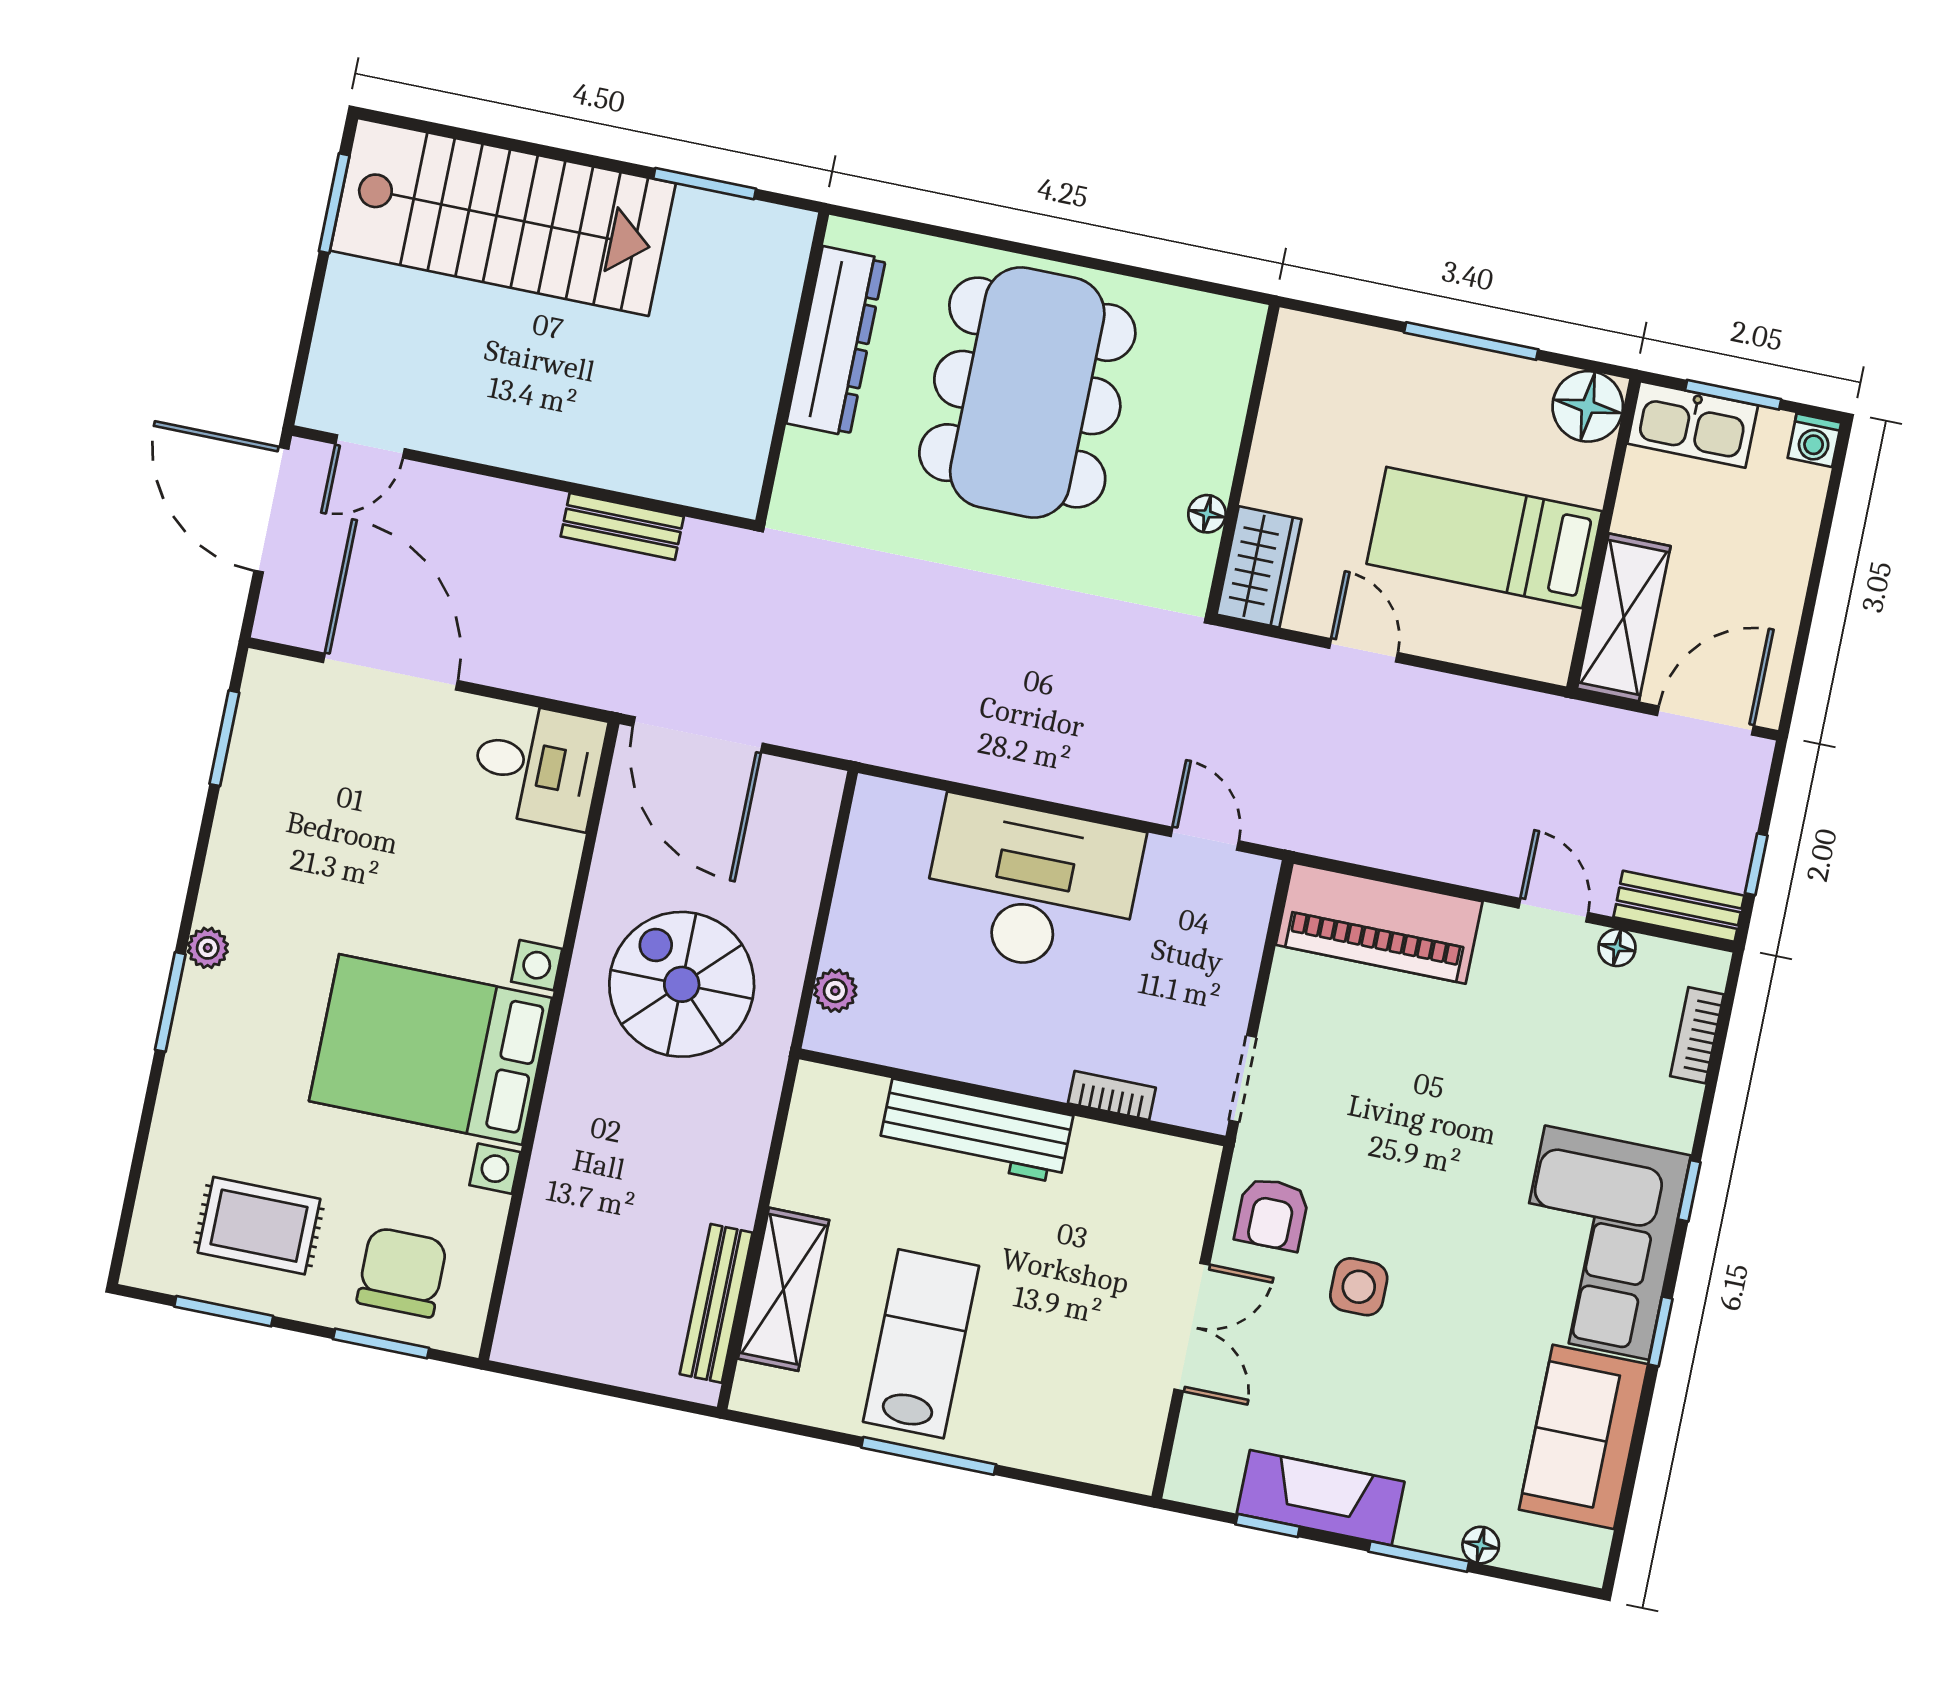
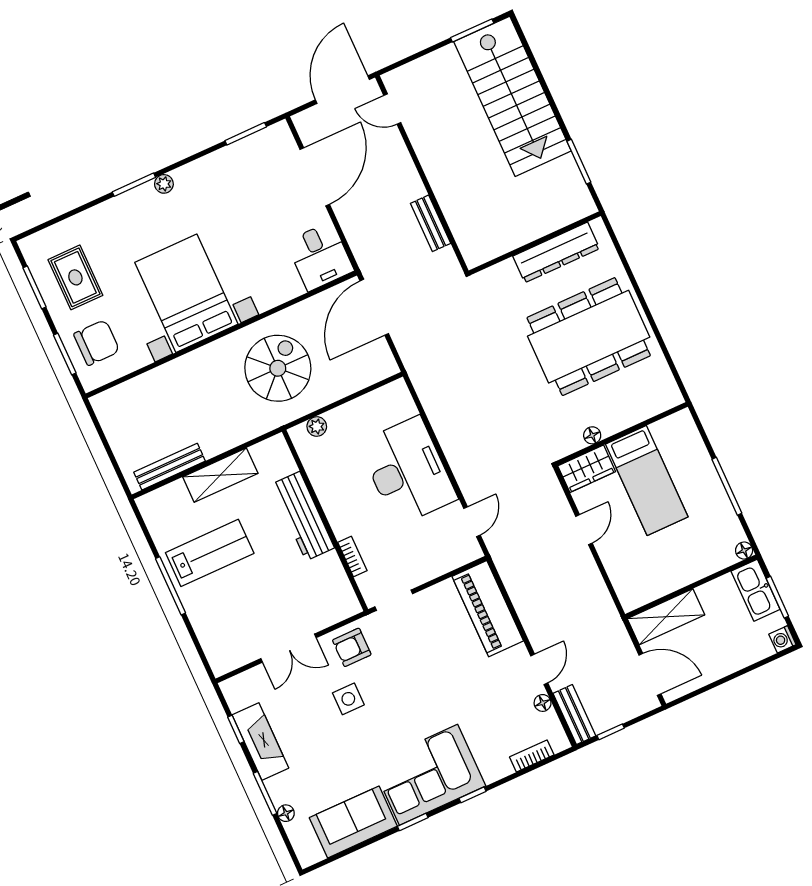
floor lamp: (1588, 406) -> (744, 551), width x0.53, depth x0.53
bed: (1484, 538) -> (647, 480), moved, turned 180
shelving: (783, 1289) -> (220, 475), moved

